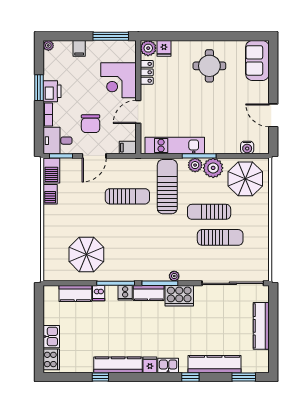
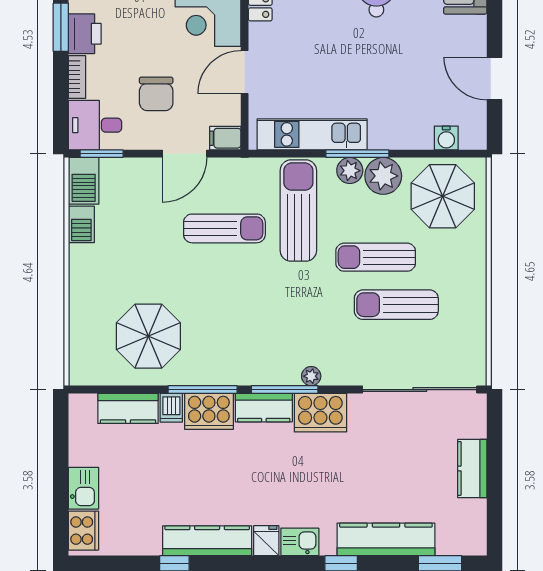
door: (94, 156) -> (185, 154), moved
sun lounger: (220, 237) -> (396, 305), turned 180
cooker: (125, 293) -> (209, 411), width x1.87, depth x1.31
kitchen counter: (261, 326) -> (472, 468), width x0.67

